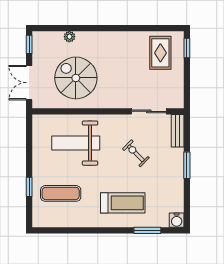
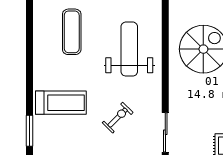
treadmill: (123, 203) -> (61, 103), turned -90

